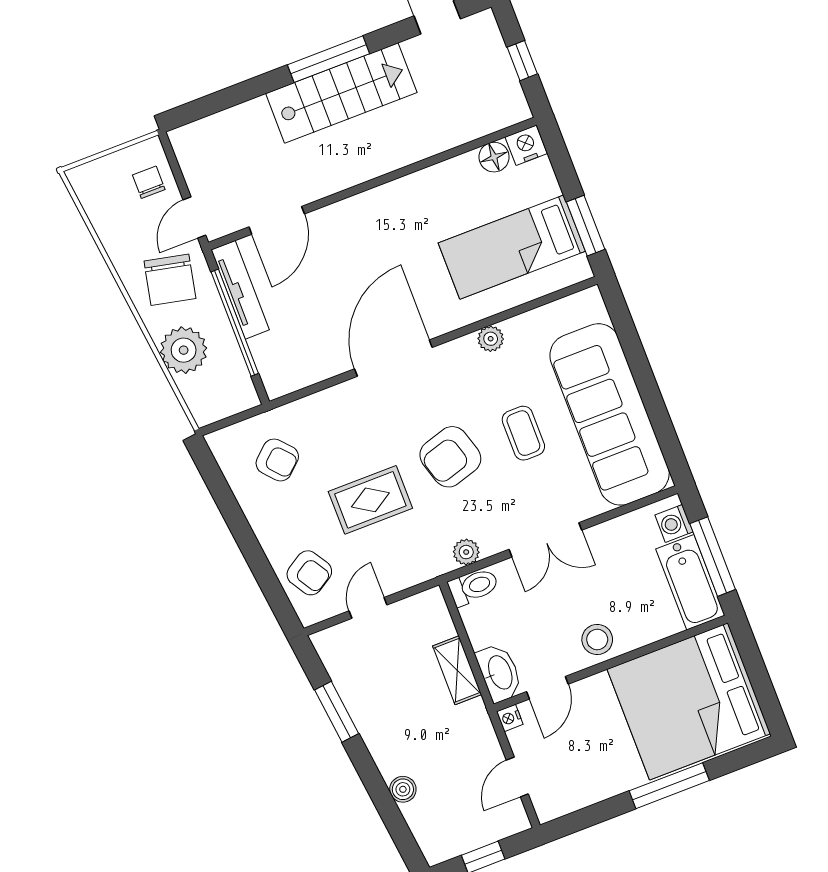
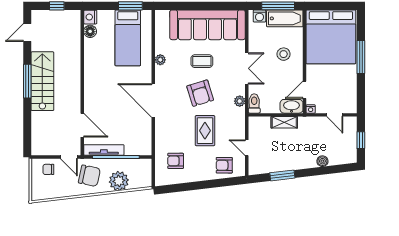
armchair: (277, 460) -> (176, 161), turned -138
armchair: (309, 573) -> (224, 165), turned -148
stool: (597, 639) -> (284, 54), moved
door: (547, 688) -> (305, 90), swing flipped

